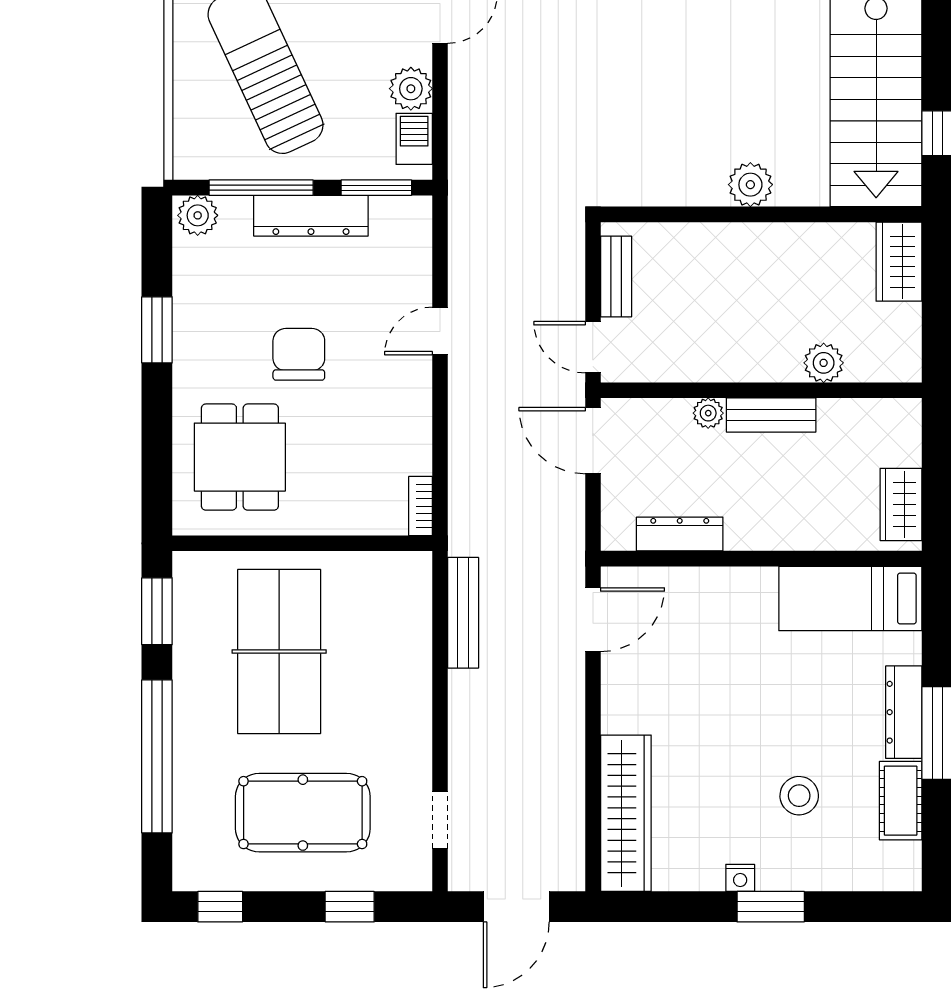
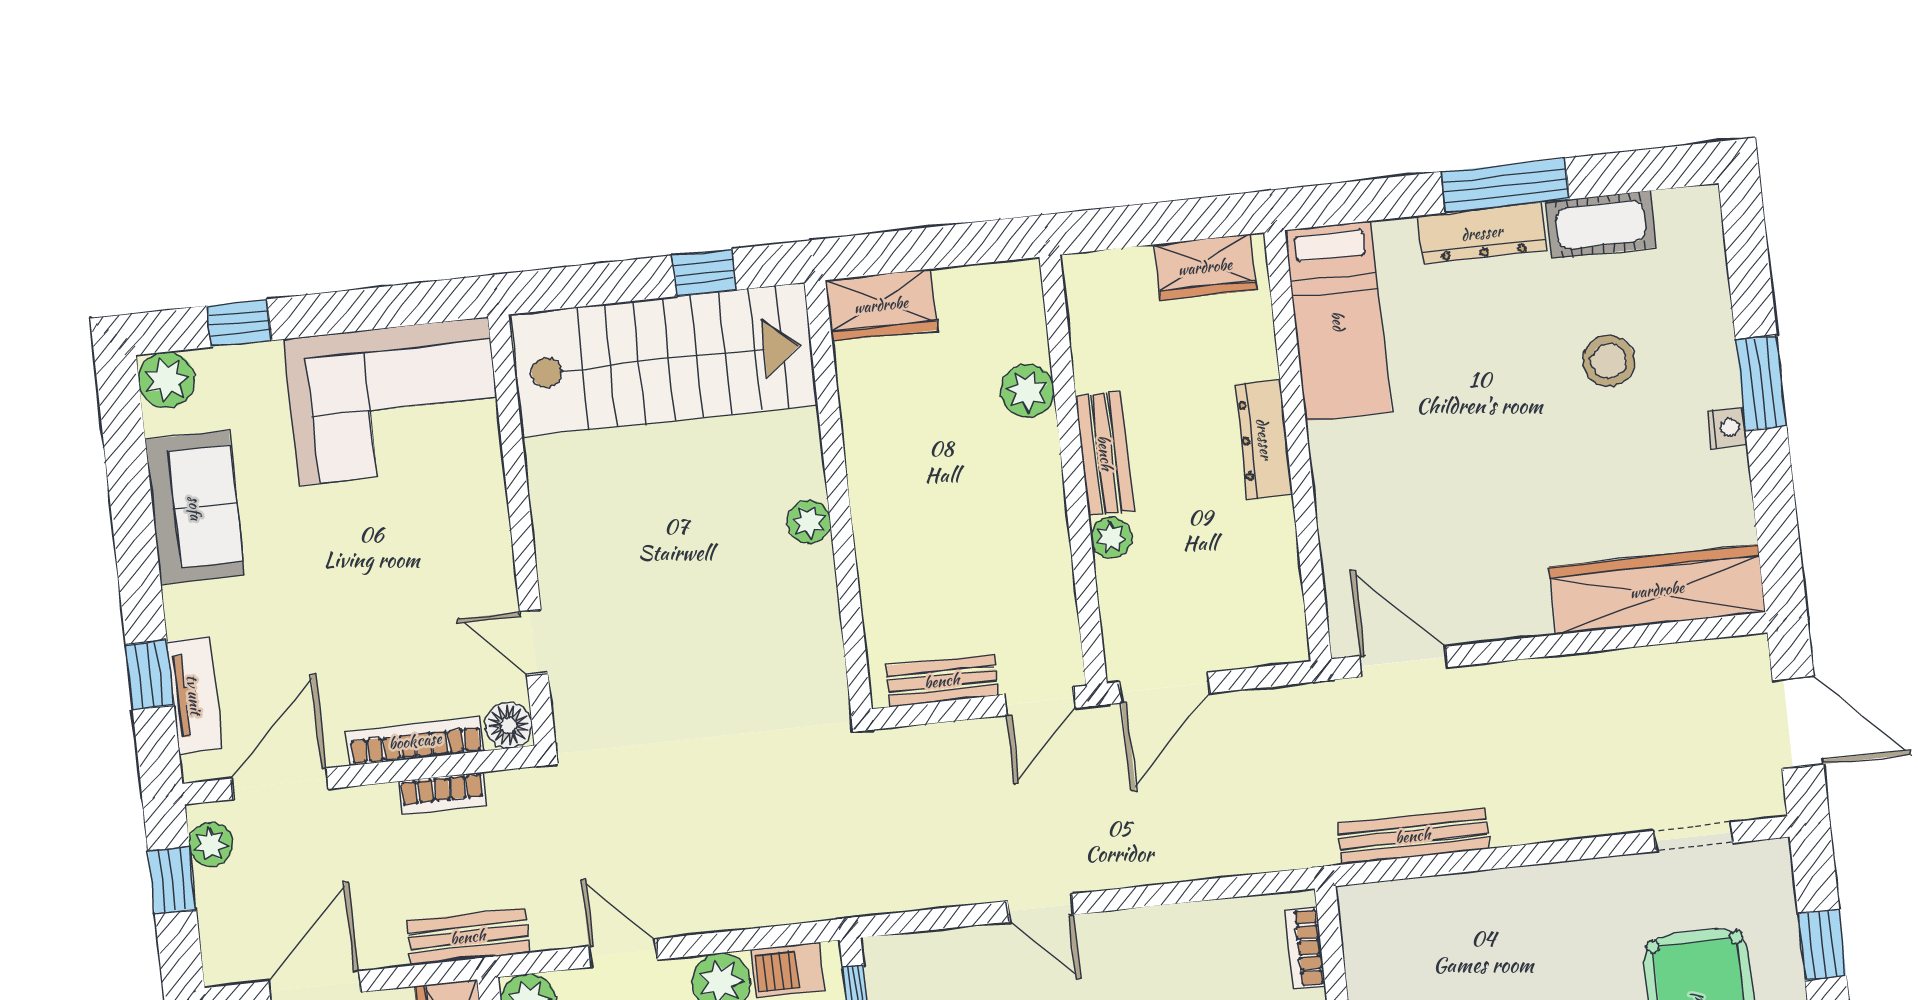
plant: (750, 185) -> (809, 522), width x0.73, depth x0.73
bookcase: (420, 506) -> (1305, 948), moved, turned 90
dresser: (680, 534) -> (1264, 439), moved

